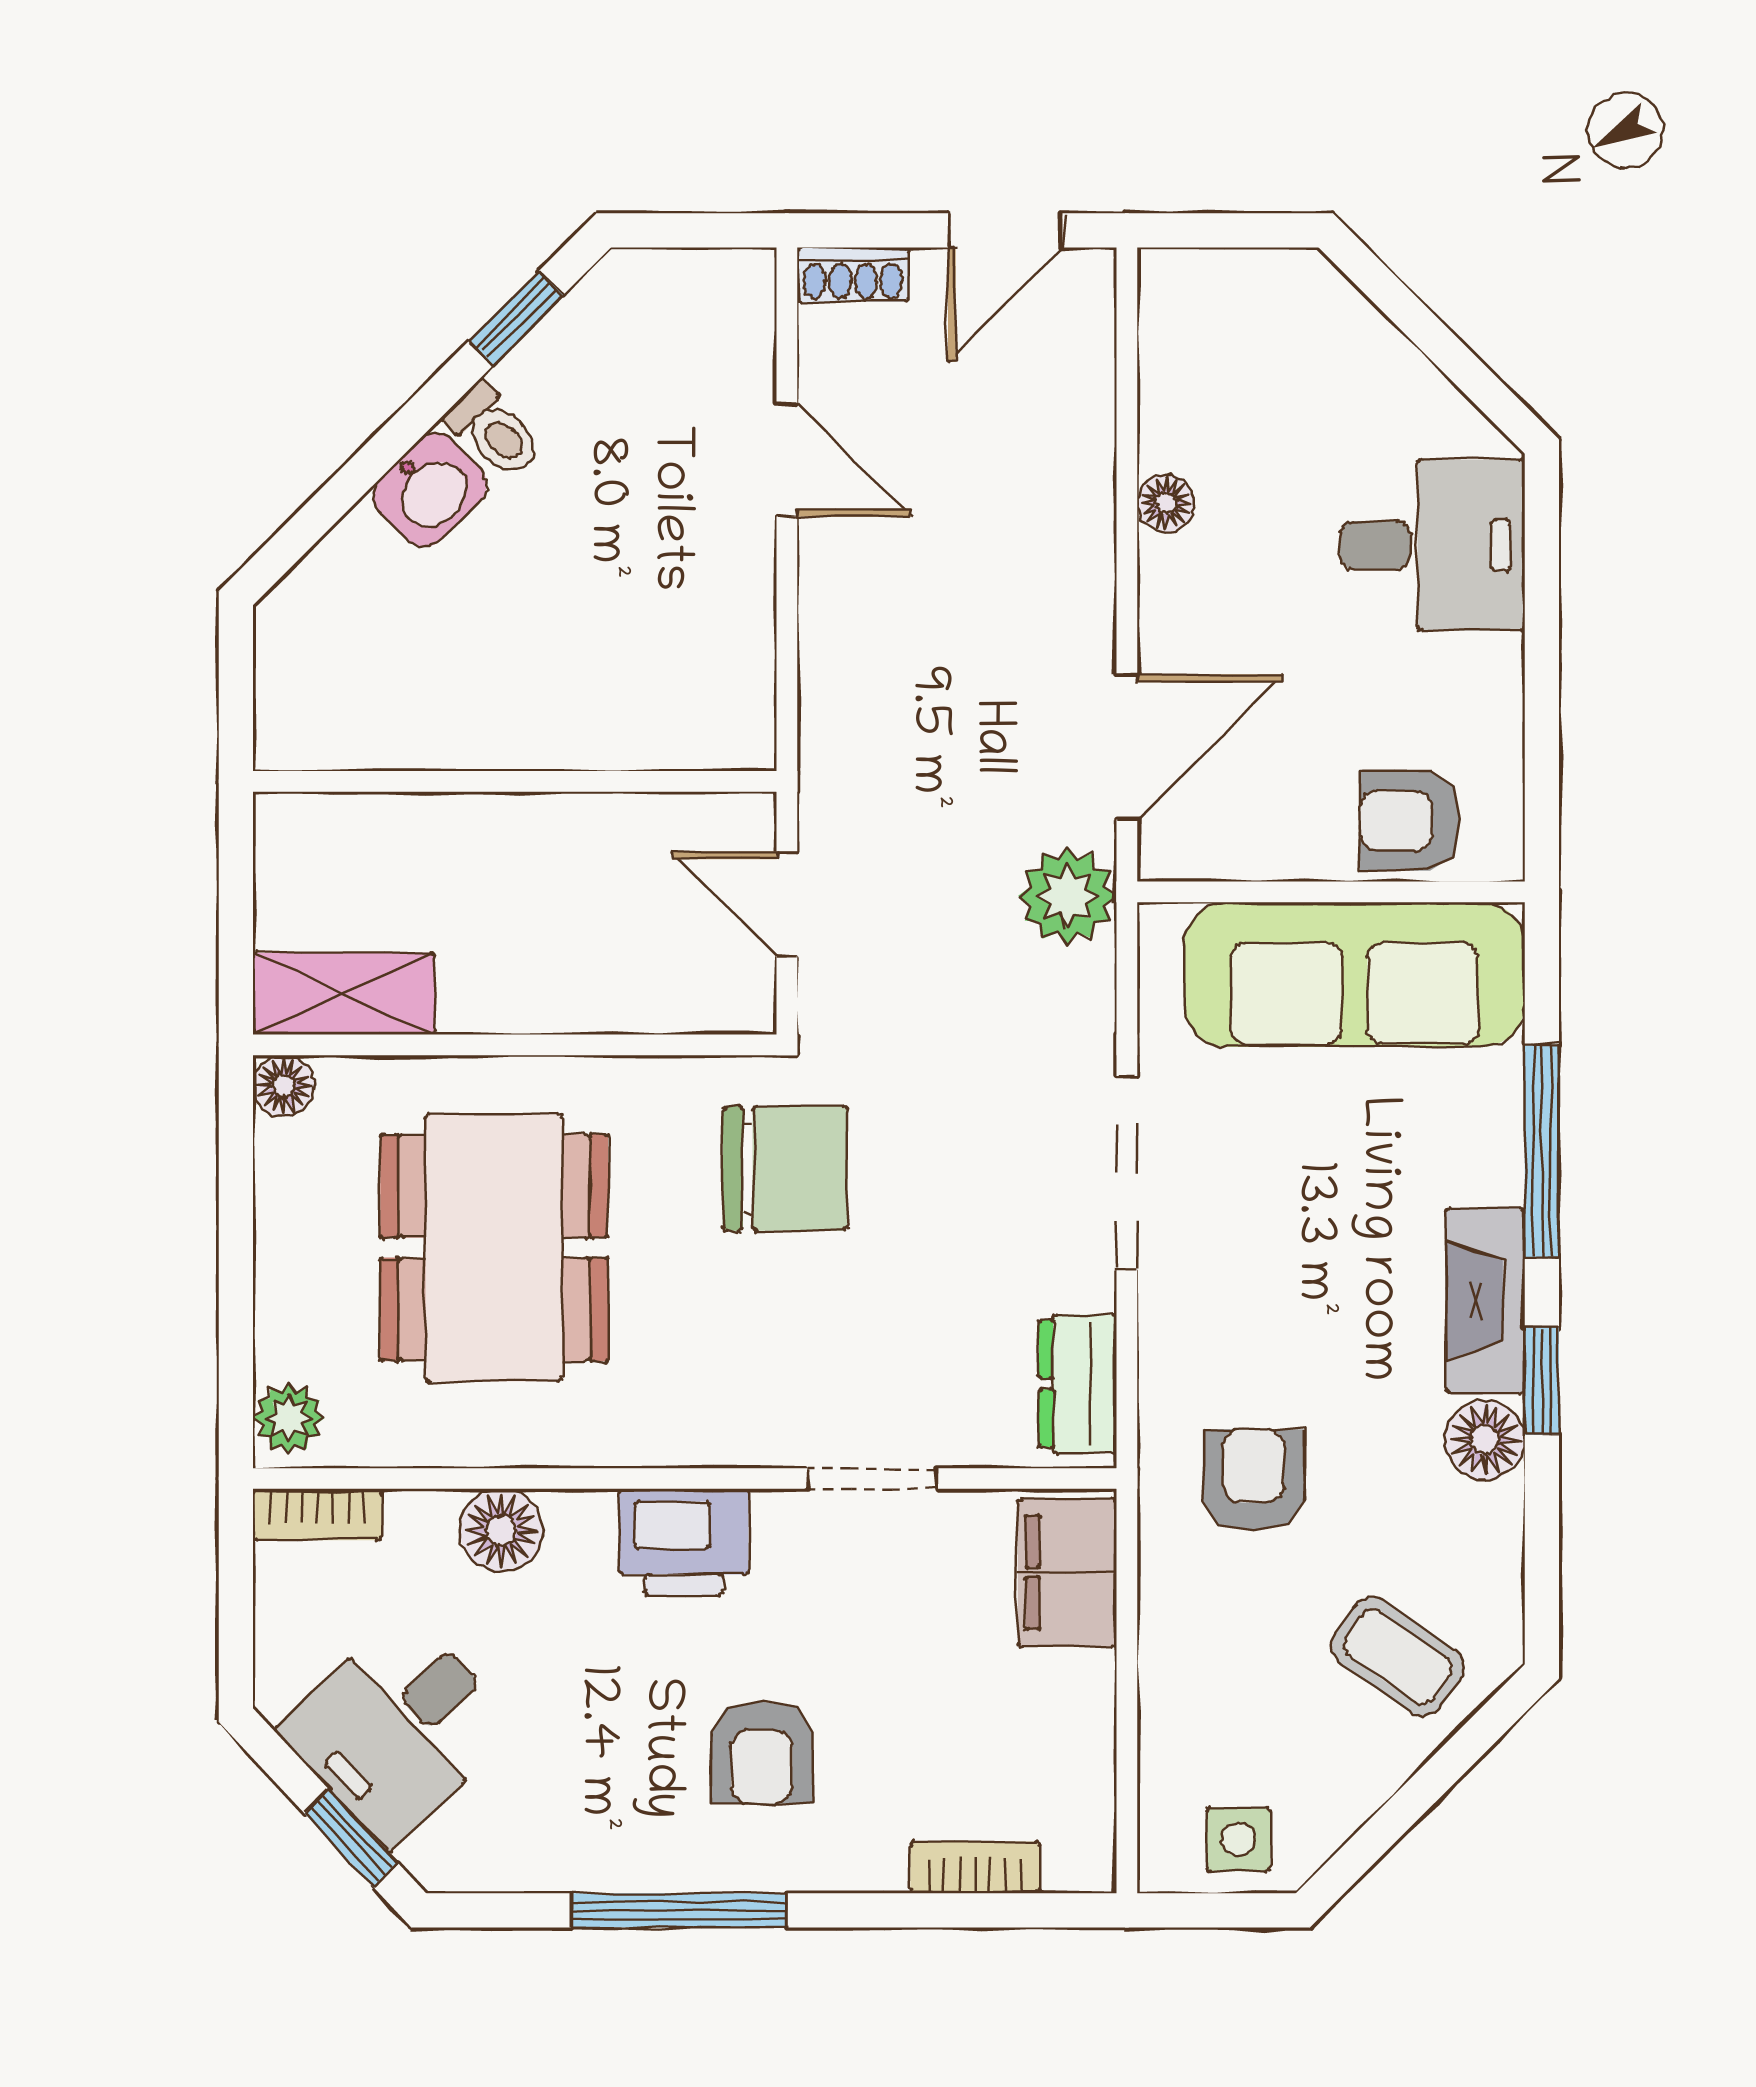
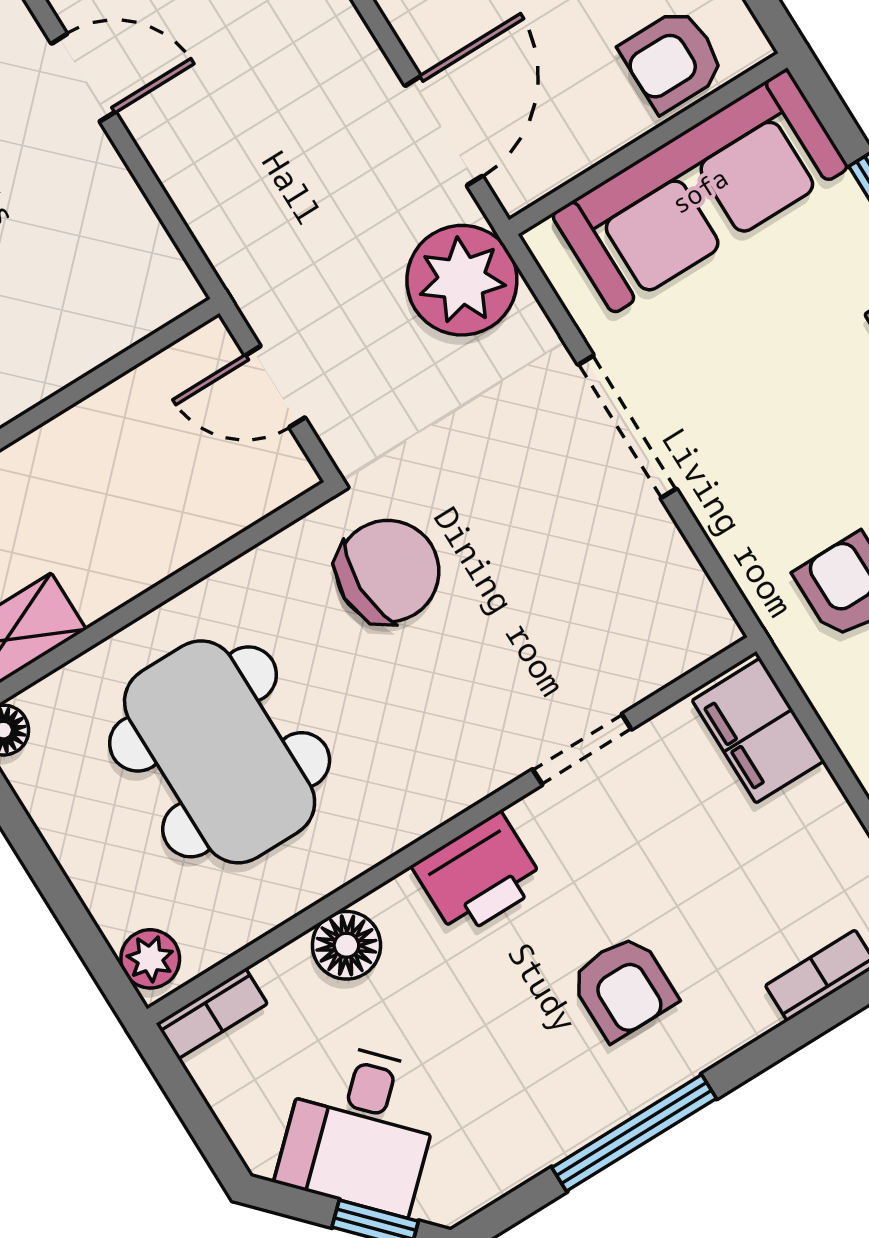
plant: (1067, 896) -> (462, 280), width x1.36, depth x1.36
dresser: (1078, 1384) -> (684, 595), removed

